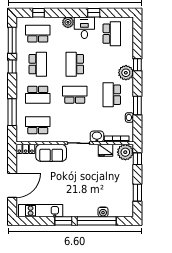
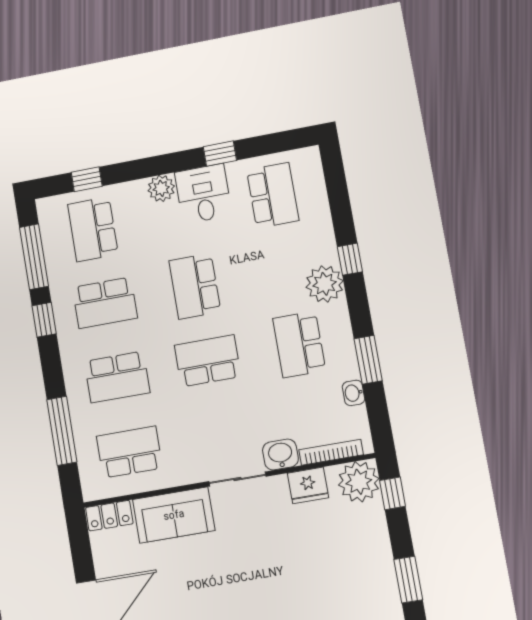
school desk: (38, 34) -> (93, 229), turned -90
school desk: (38, 64) -> (105, 303), turned 90

